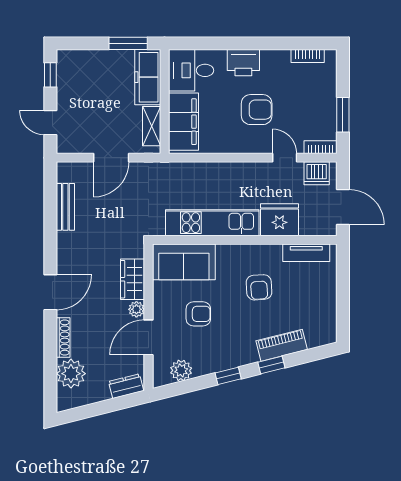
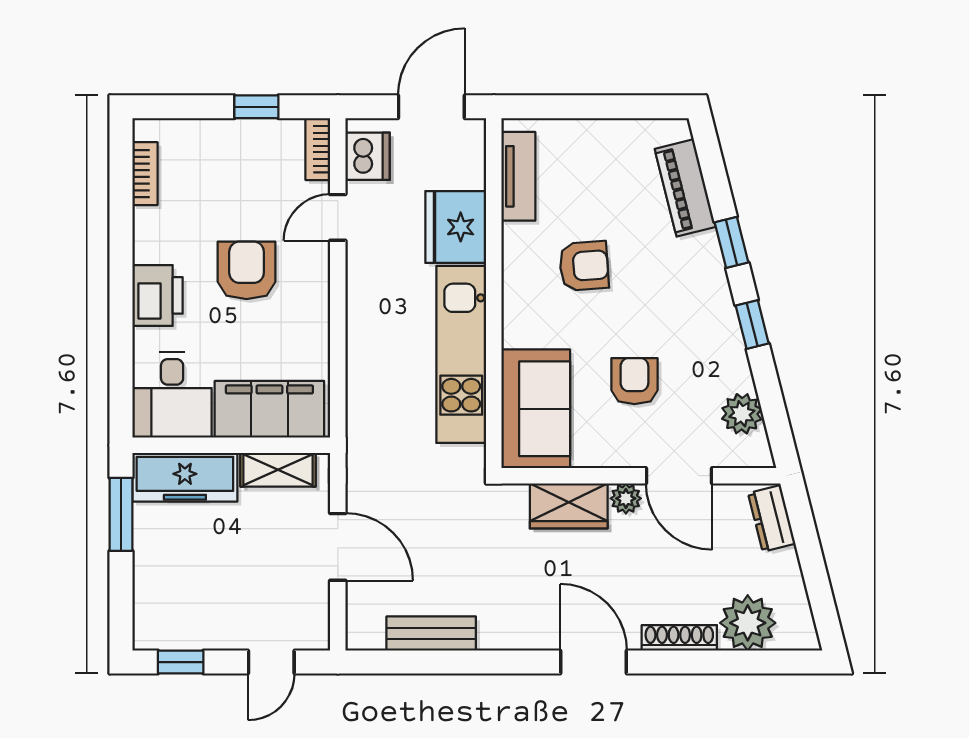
window: (343, 115) -> (256, 107), width x0.67
piano: (282, 345) -> (685, 188), moved

